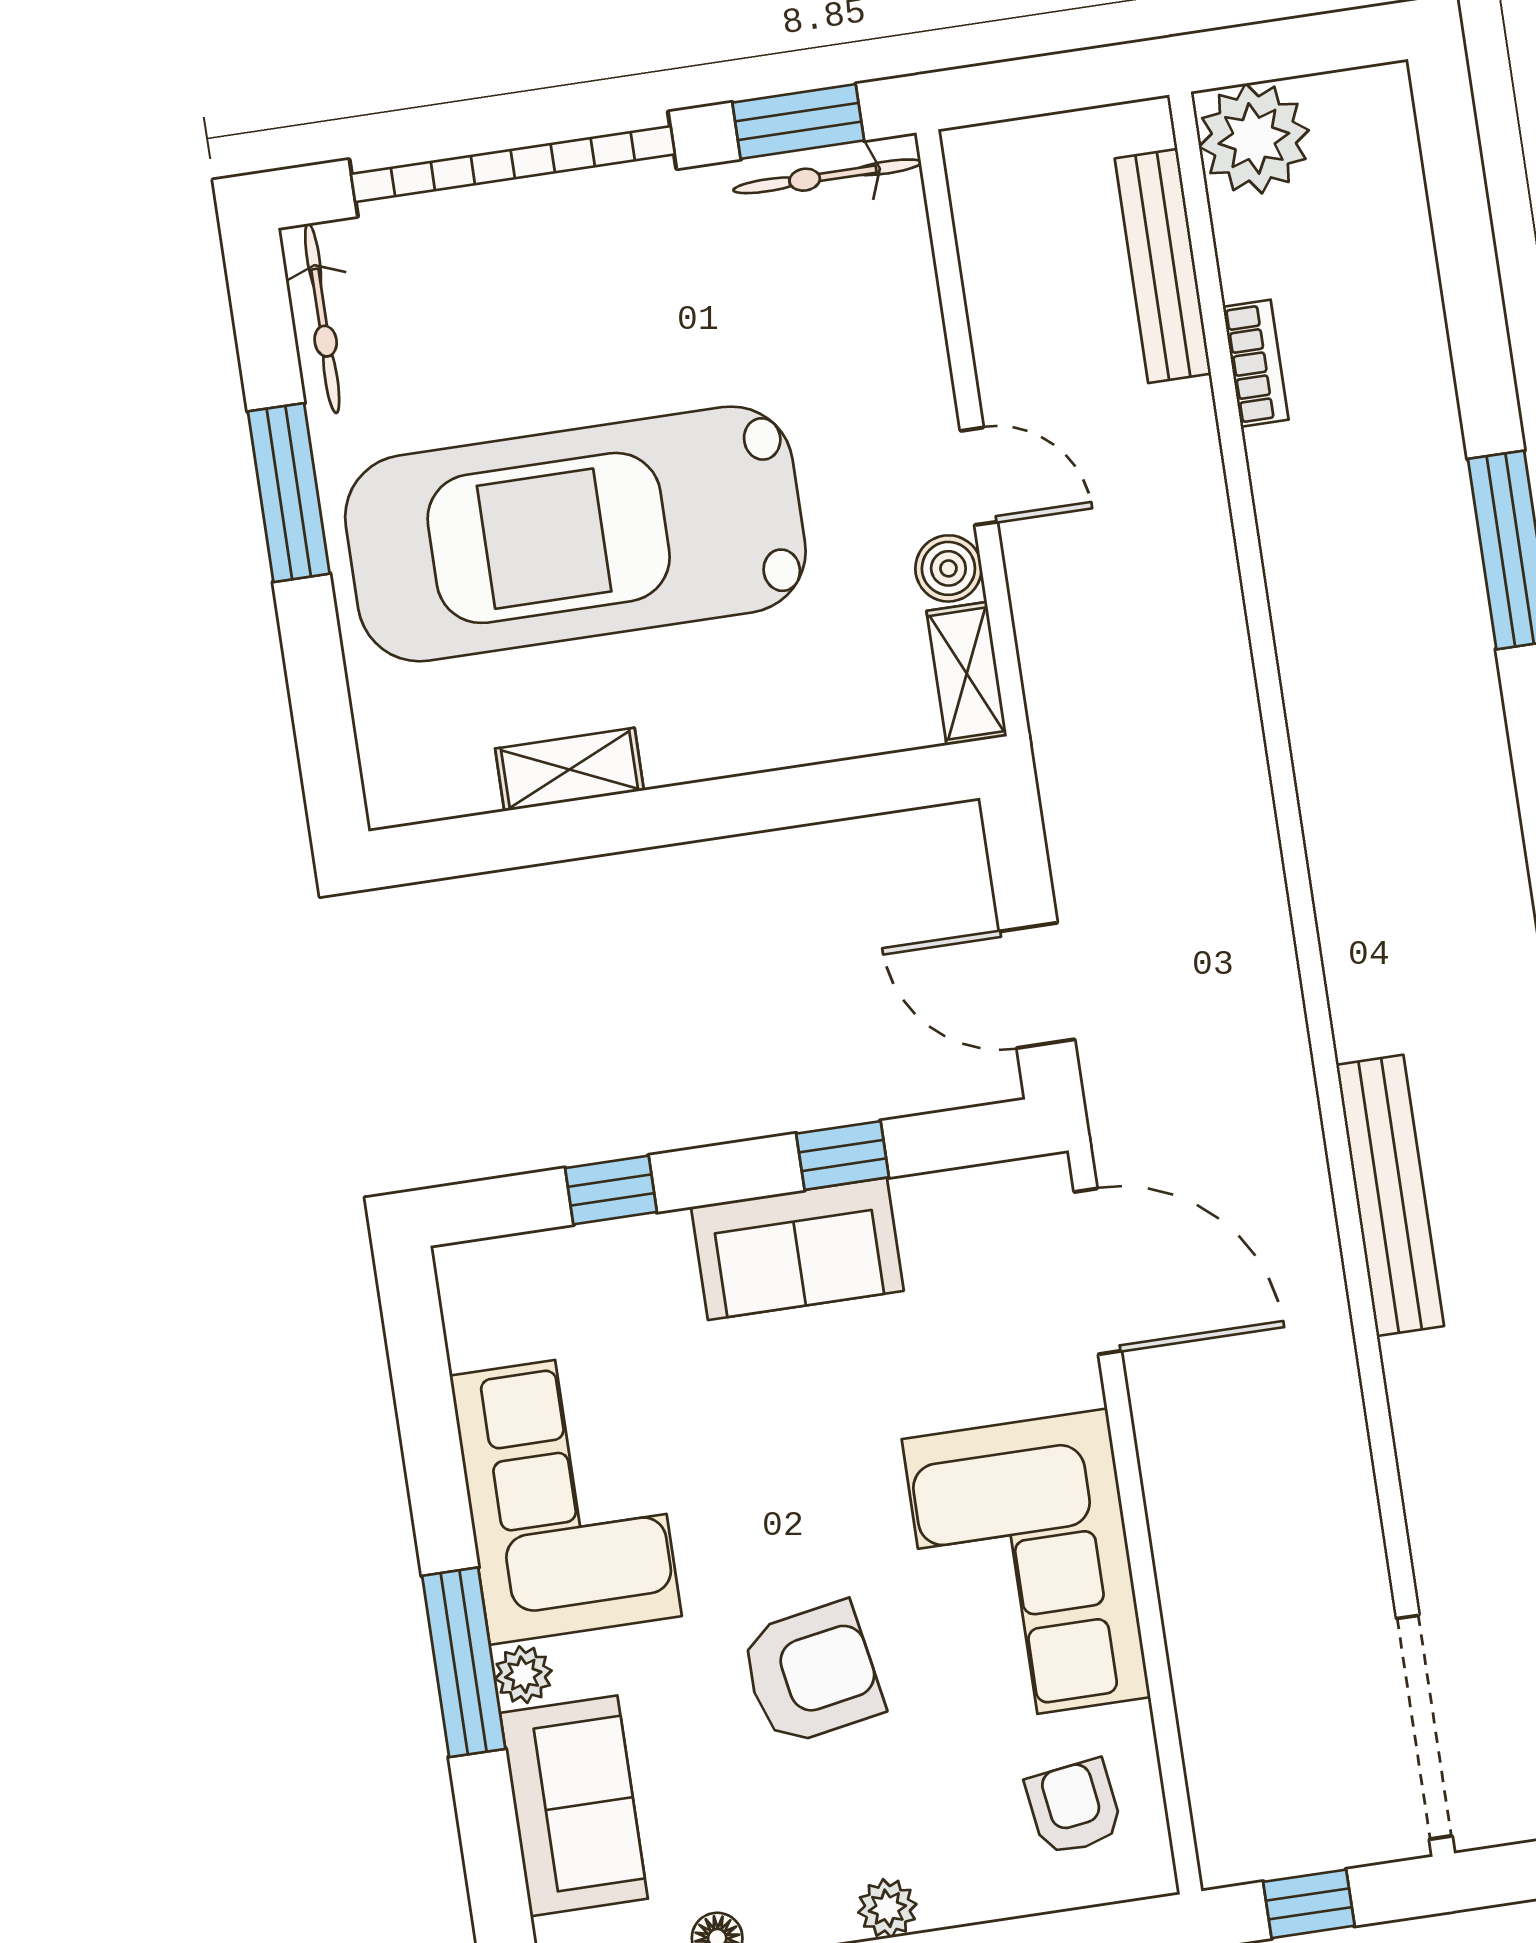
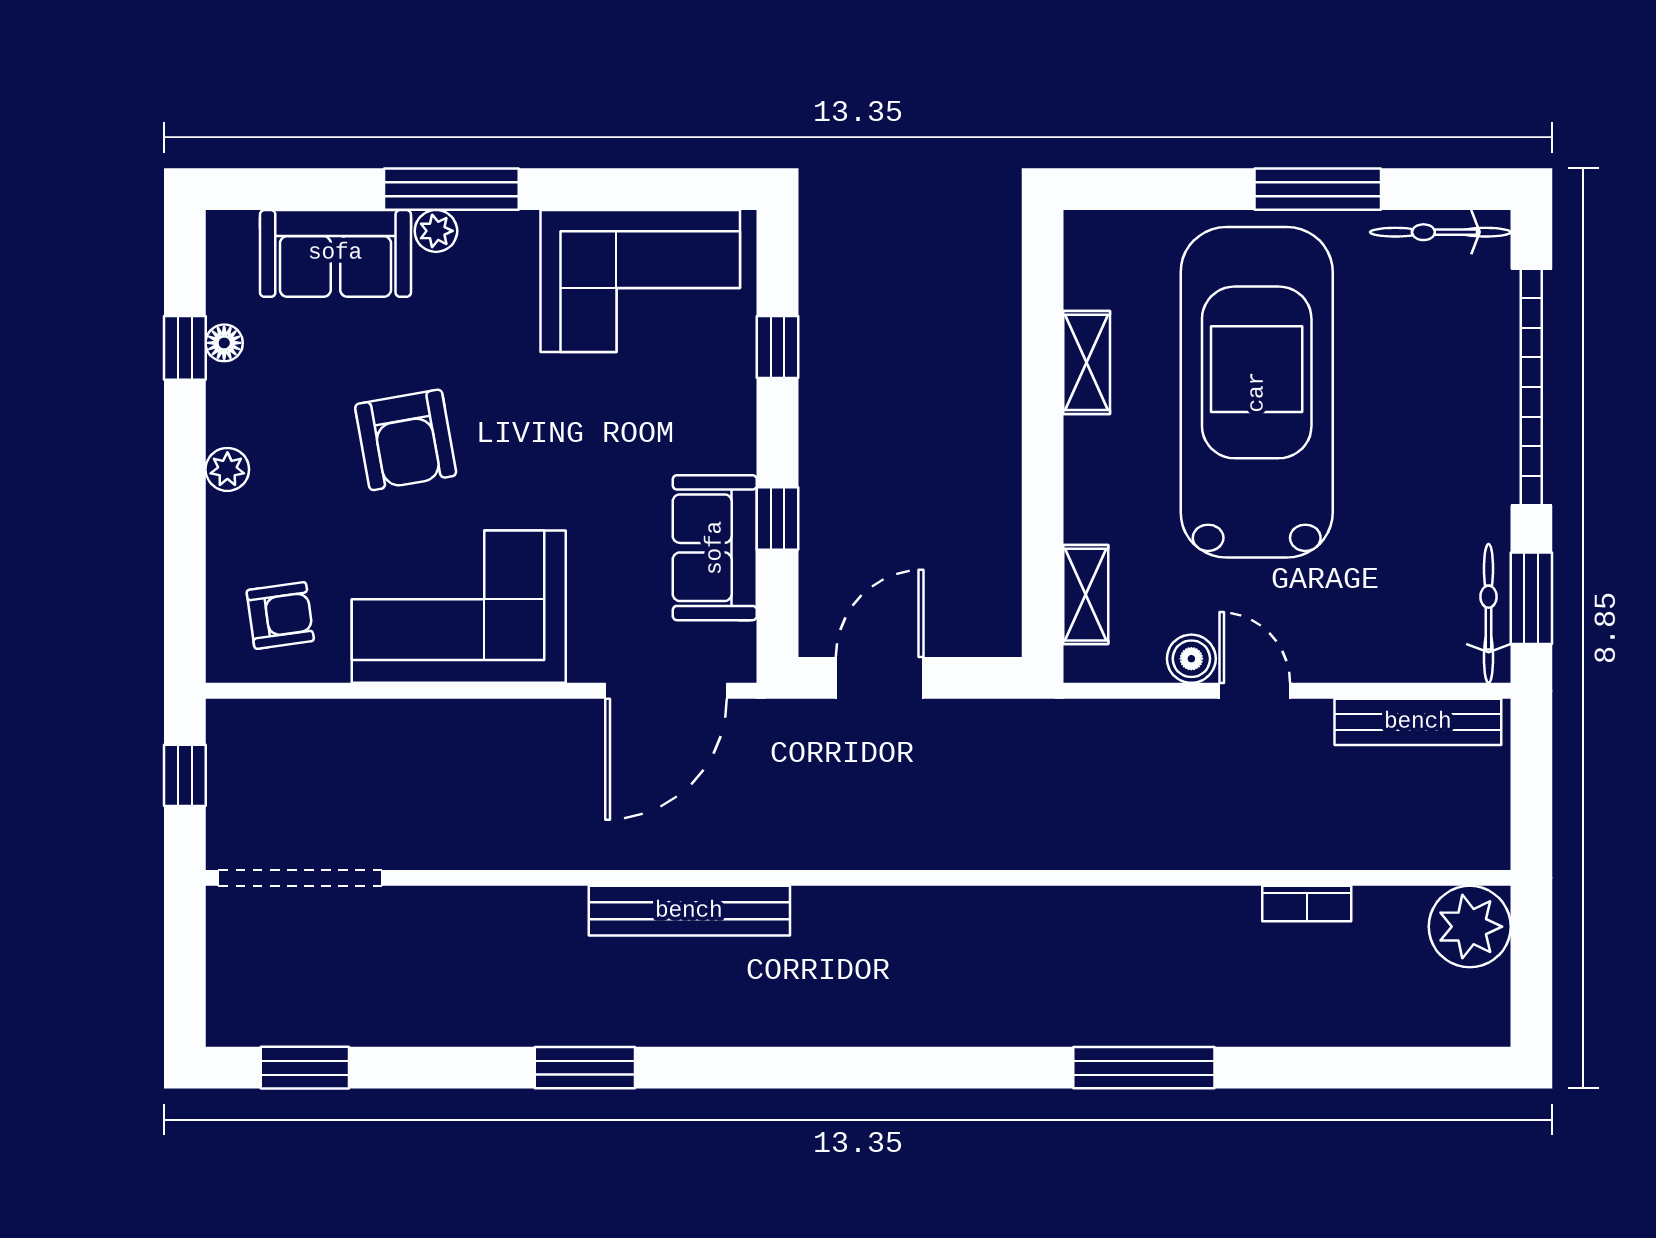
bench: (1163, 266) -> (1418, 722), moved
door: (979, 476) -> (1255, 691), swing flipped
shelving: (967, 674) -> (1086, 595), moved, turned 90
sofa: (797, 1249) -> (715, 548), moved
corner sofa: (566, 1496) -> (640, 281), moved

